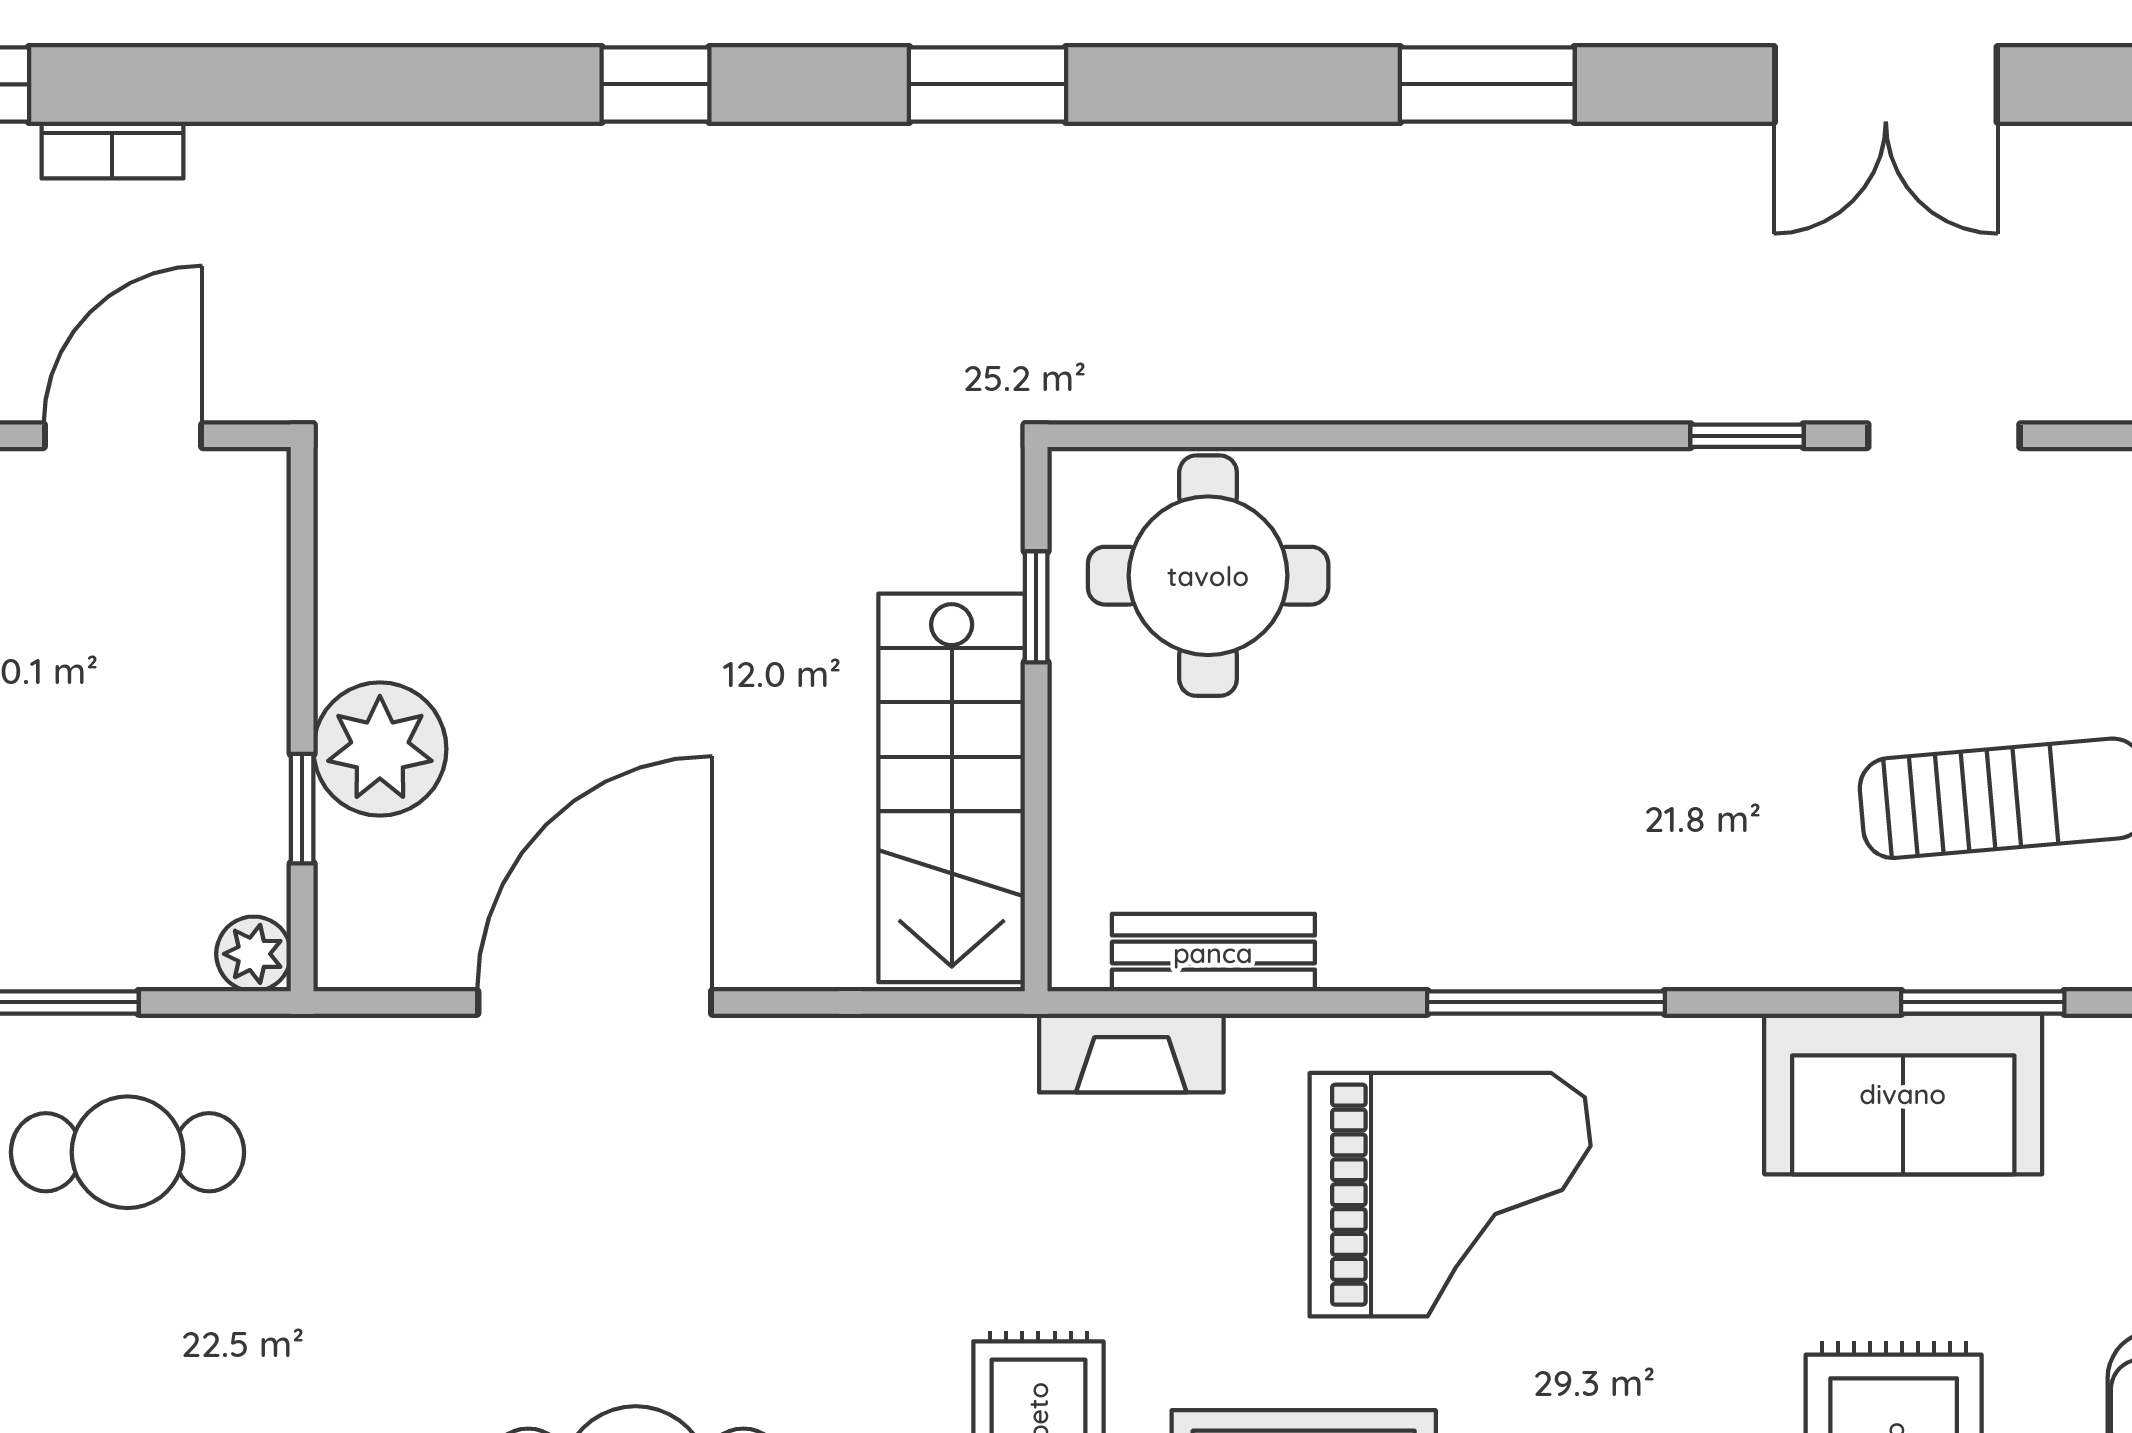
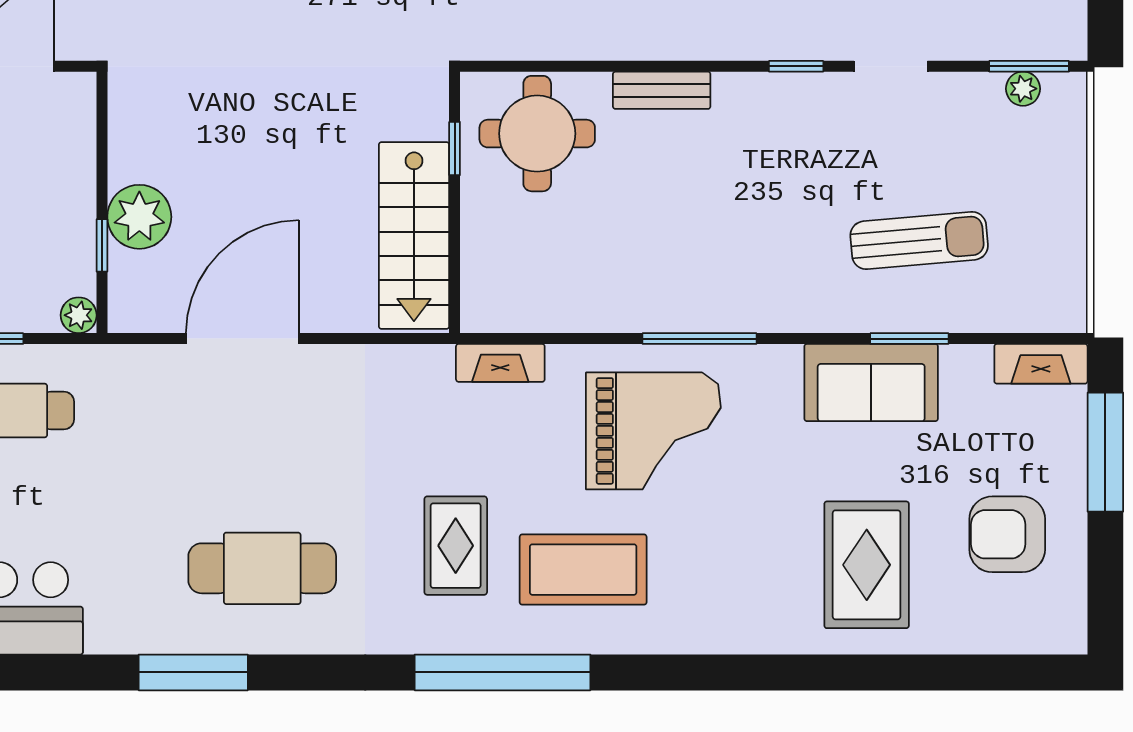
bench: (1213, 953) -> (662, 90), moved

